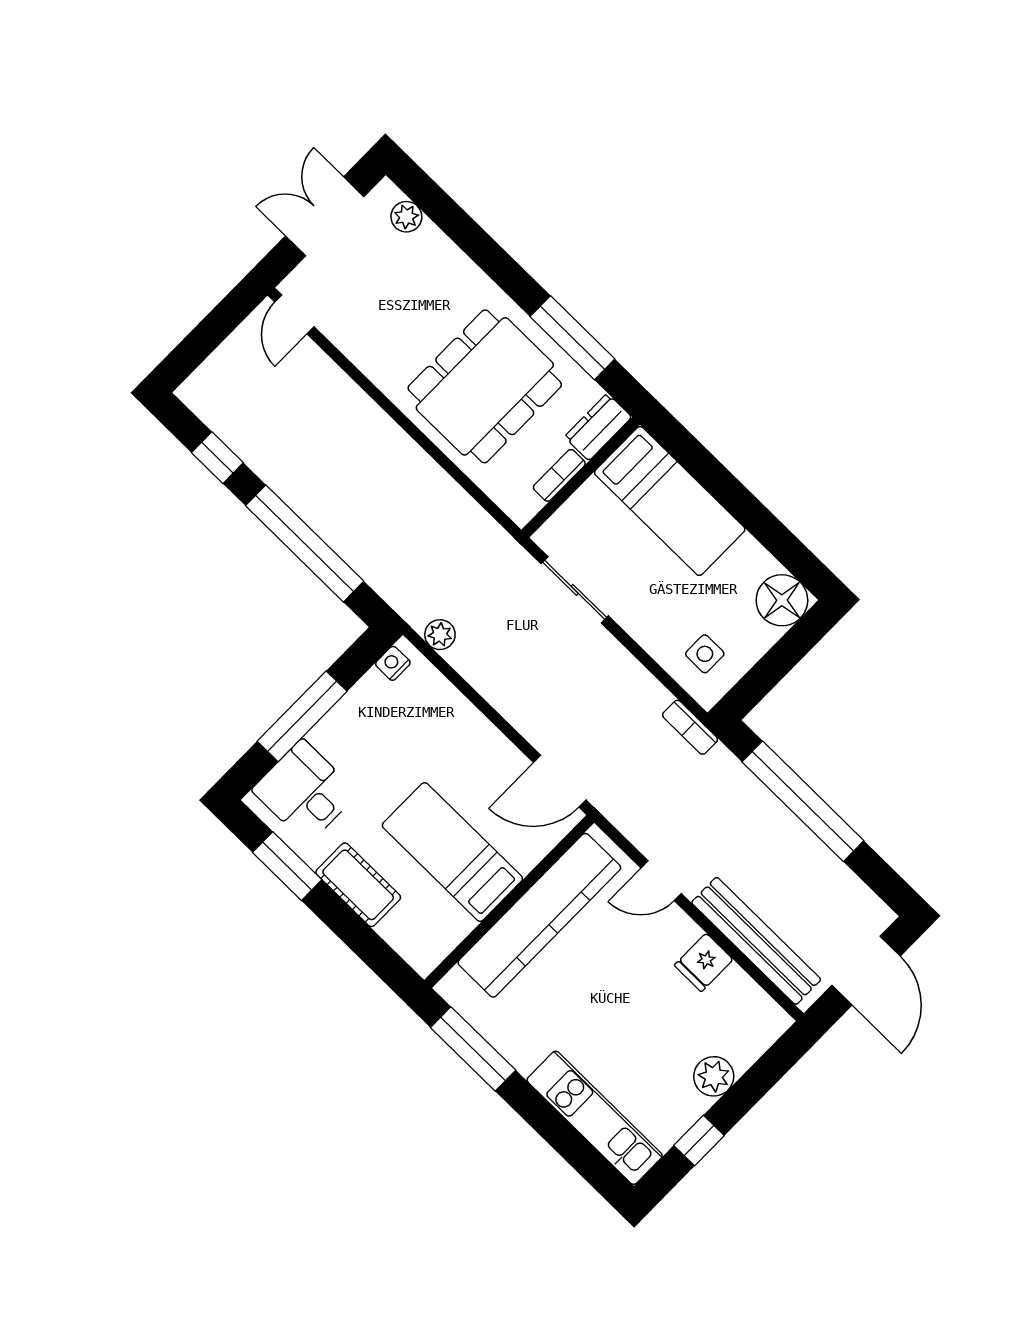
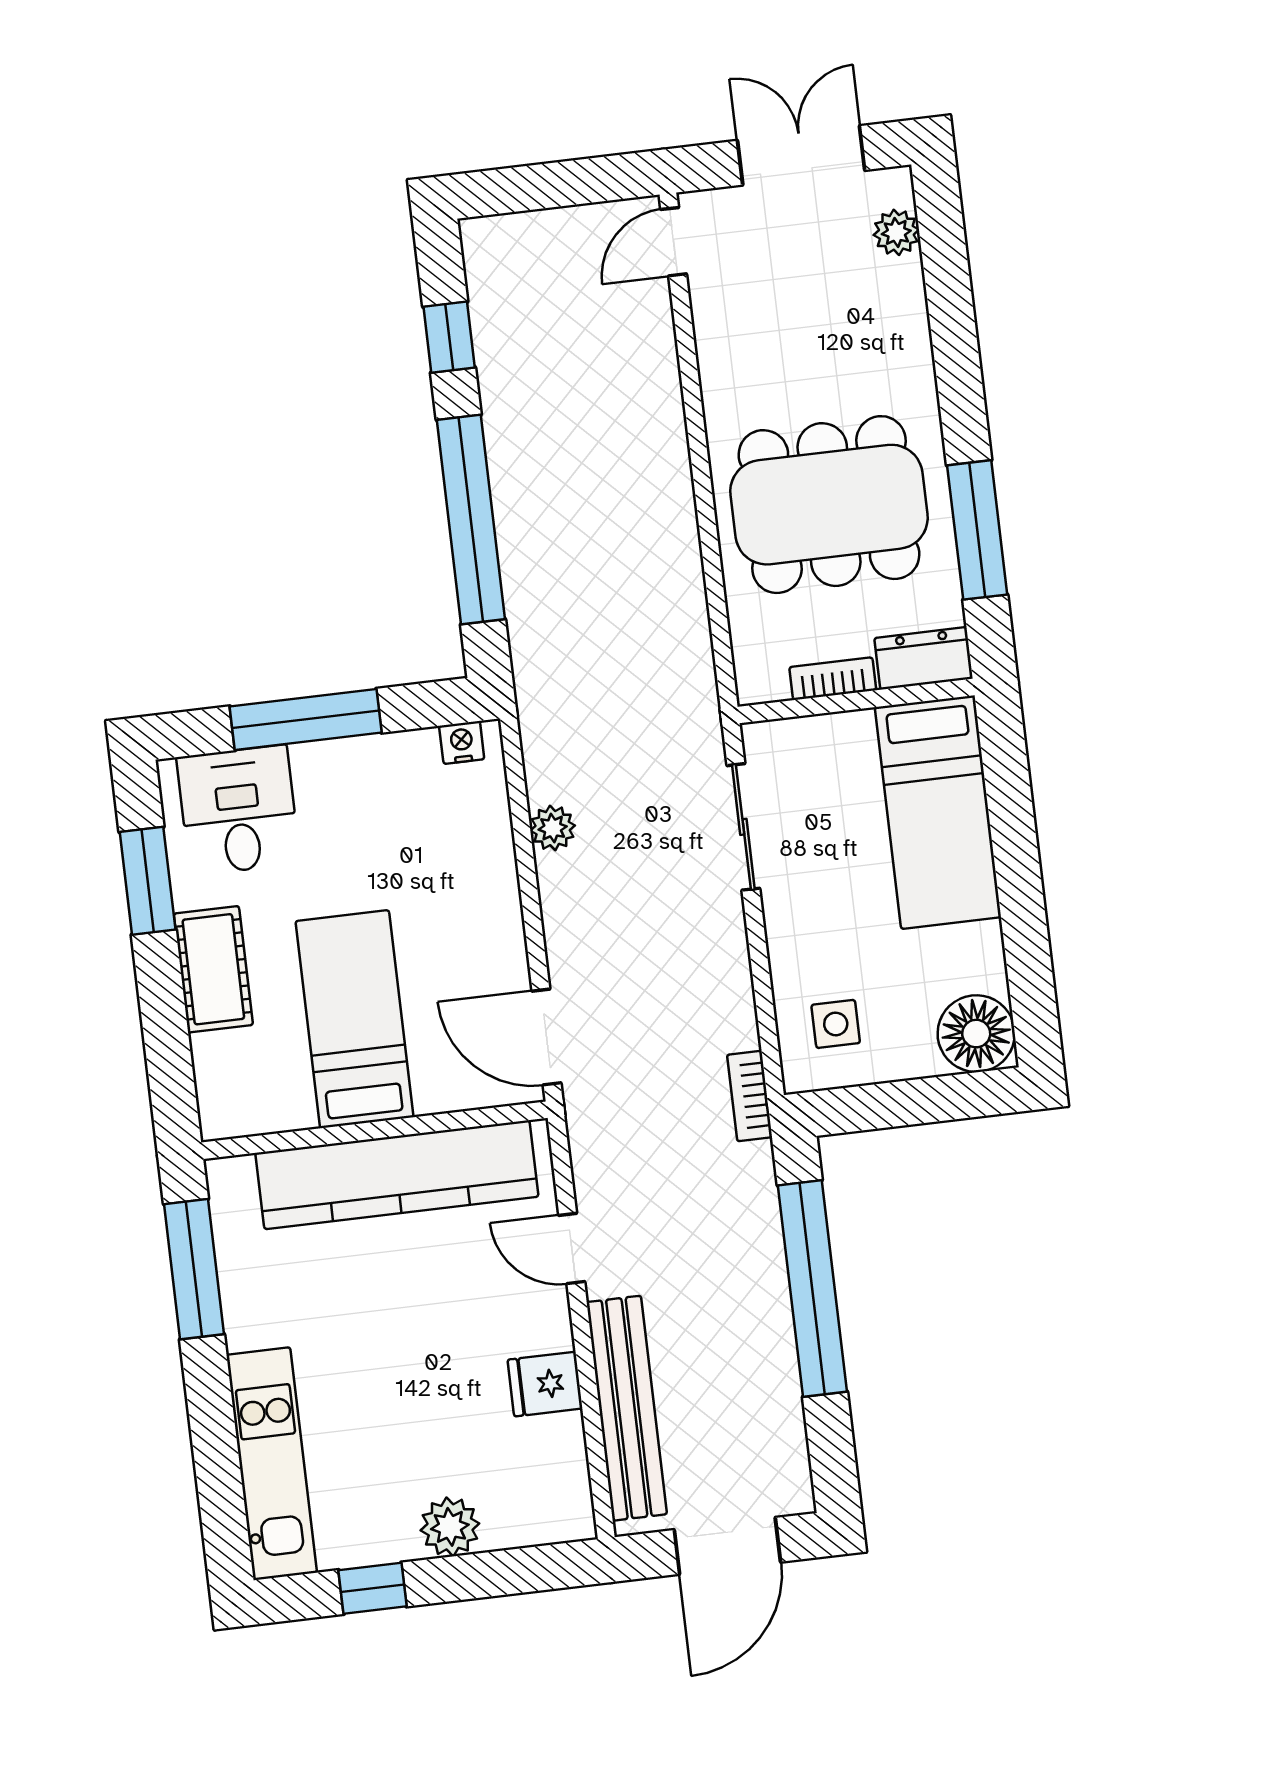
plant: (440, 635) -> (553, 828), moved

